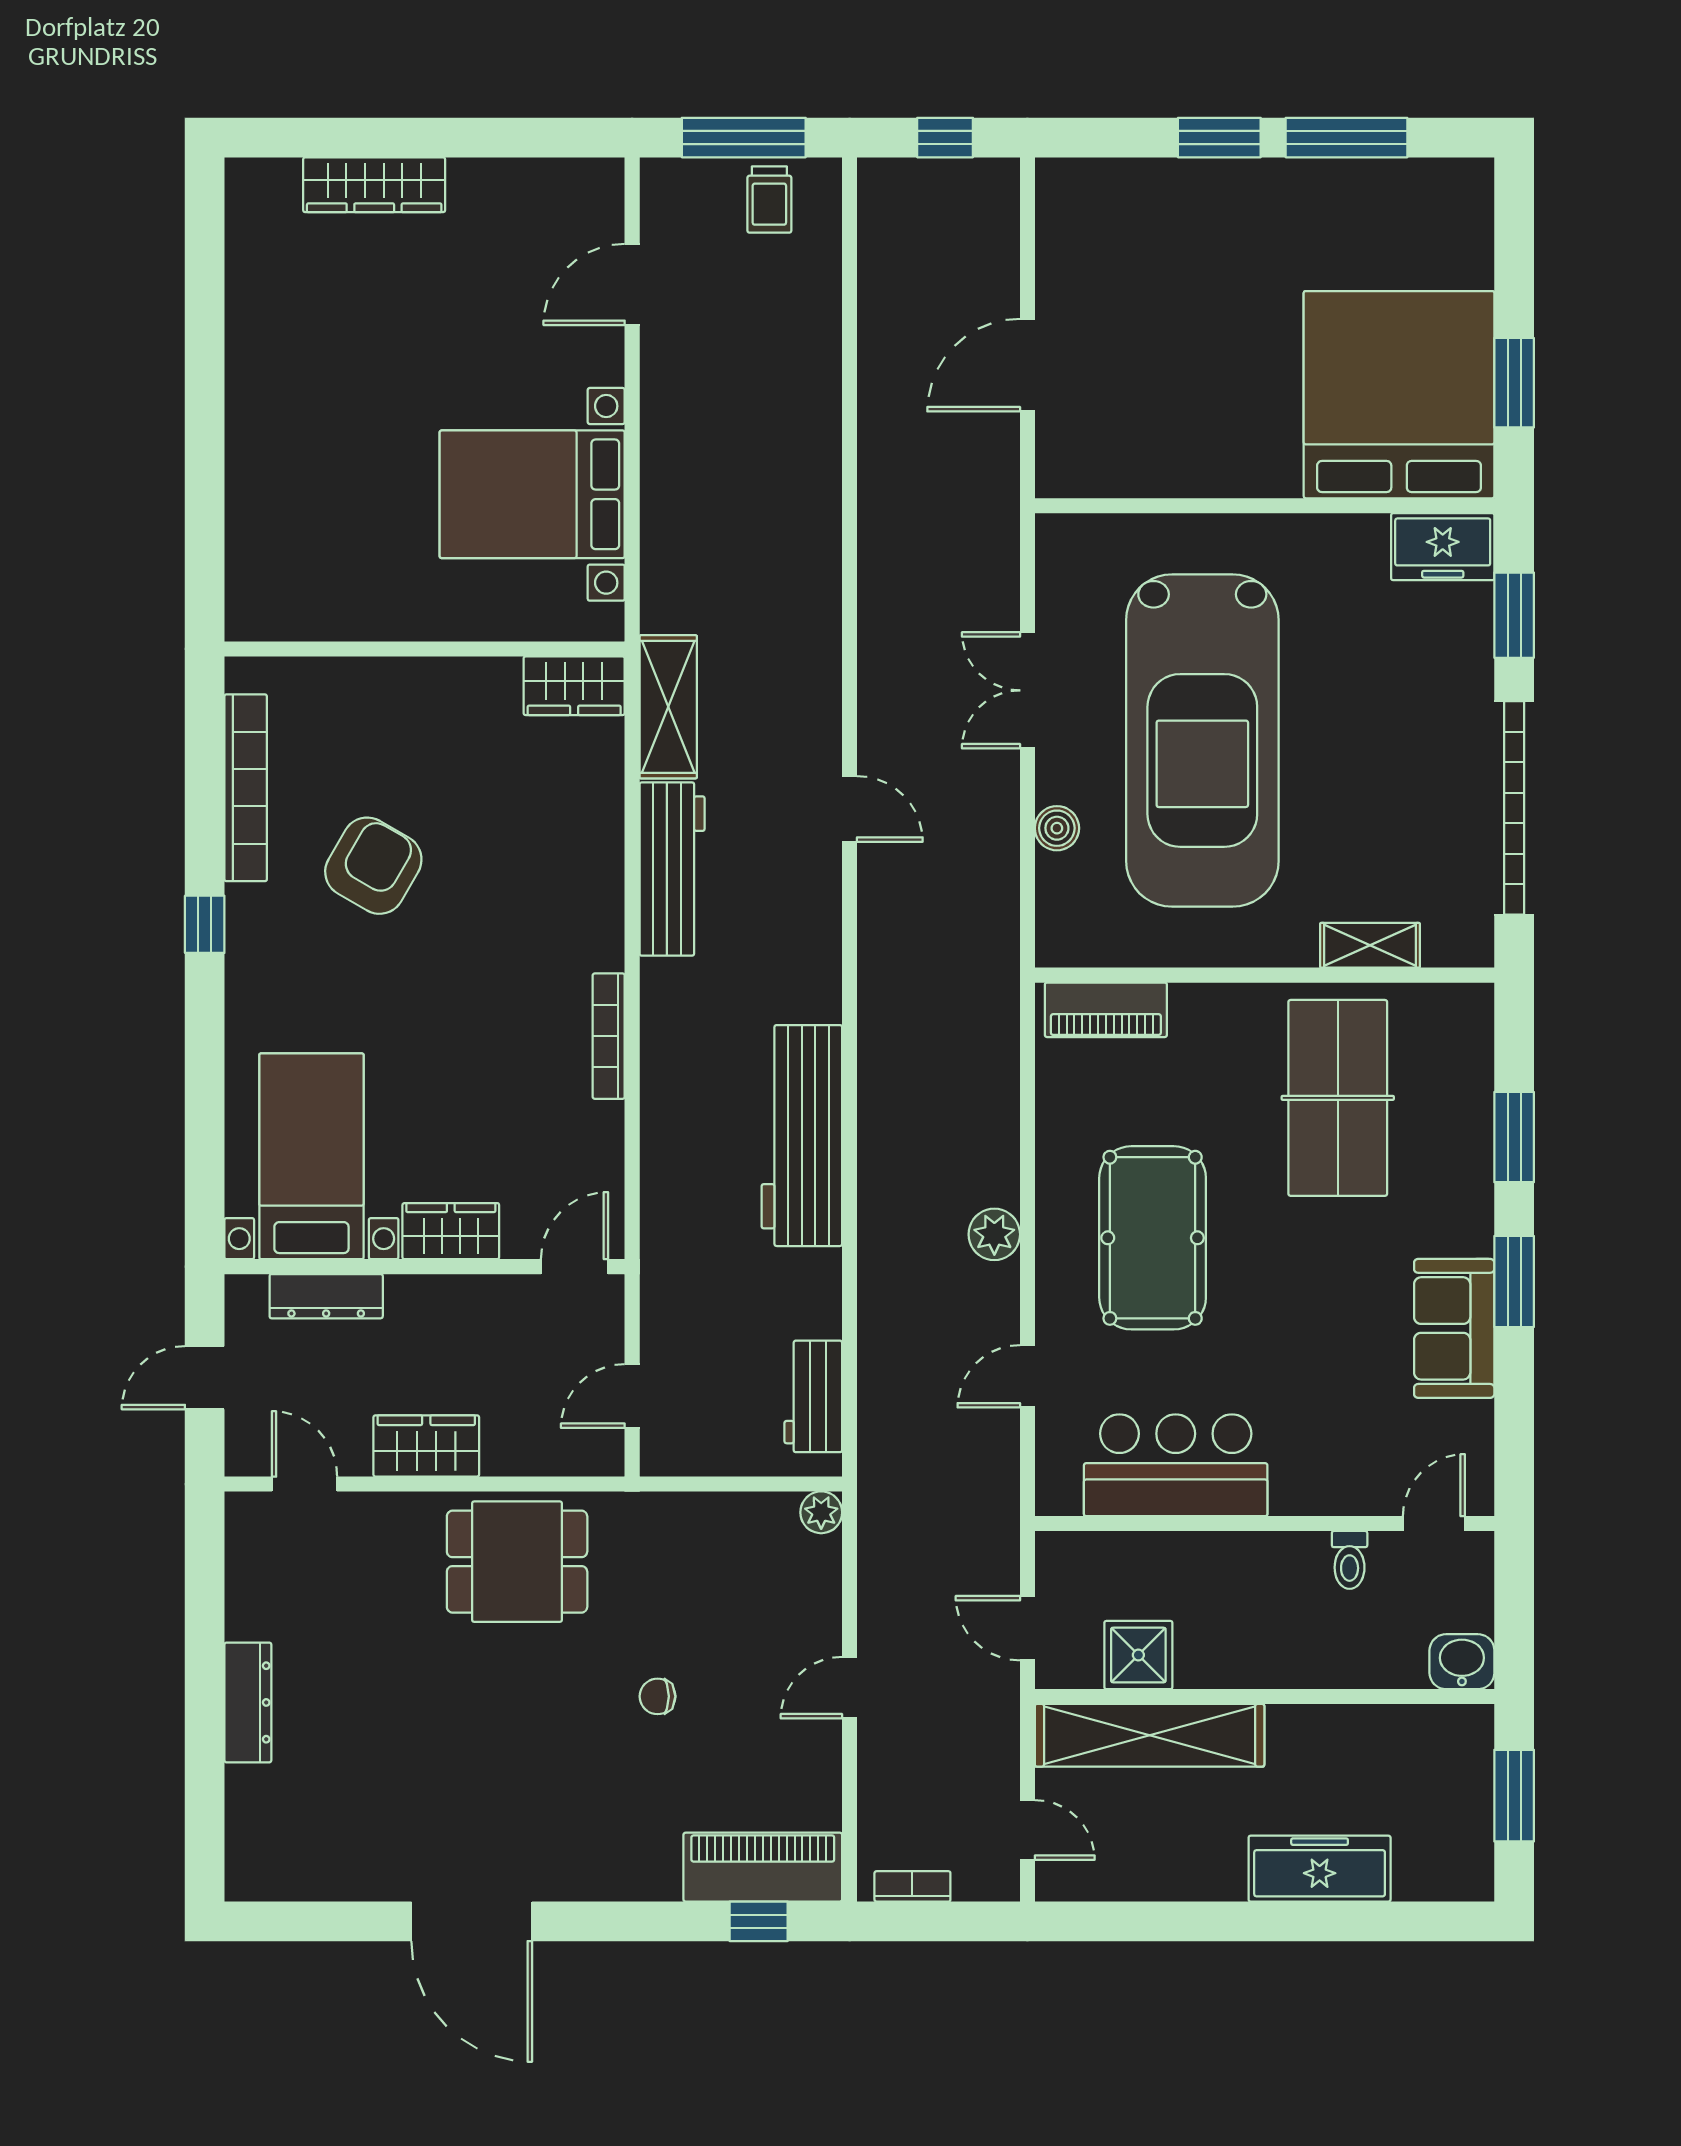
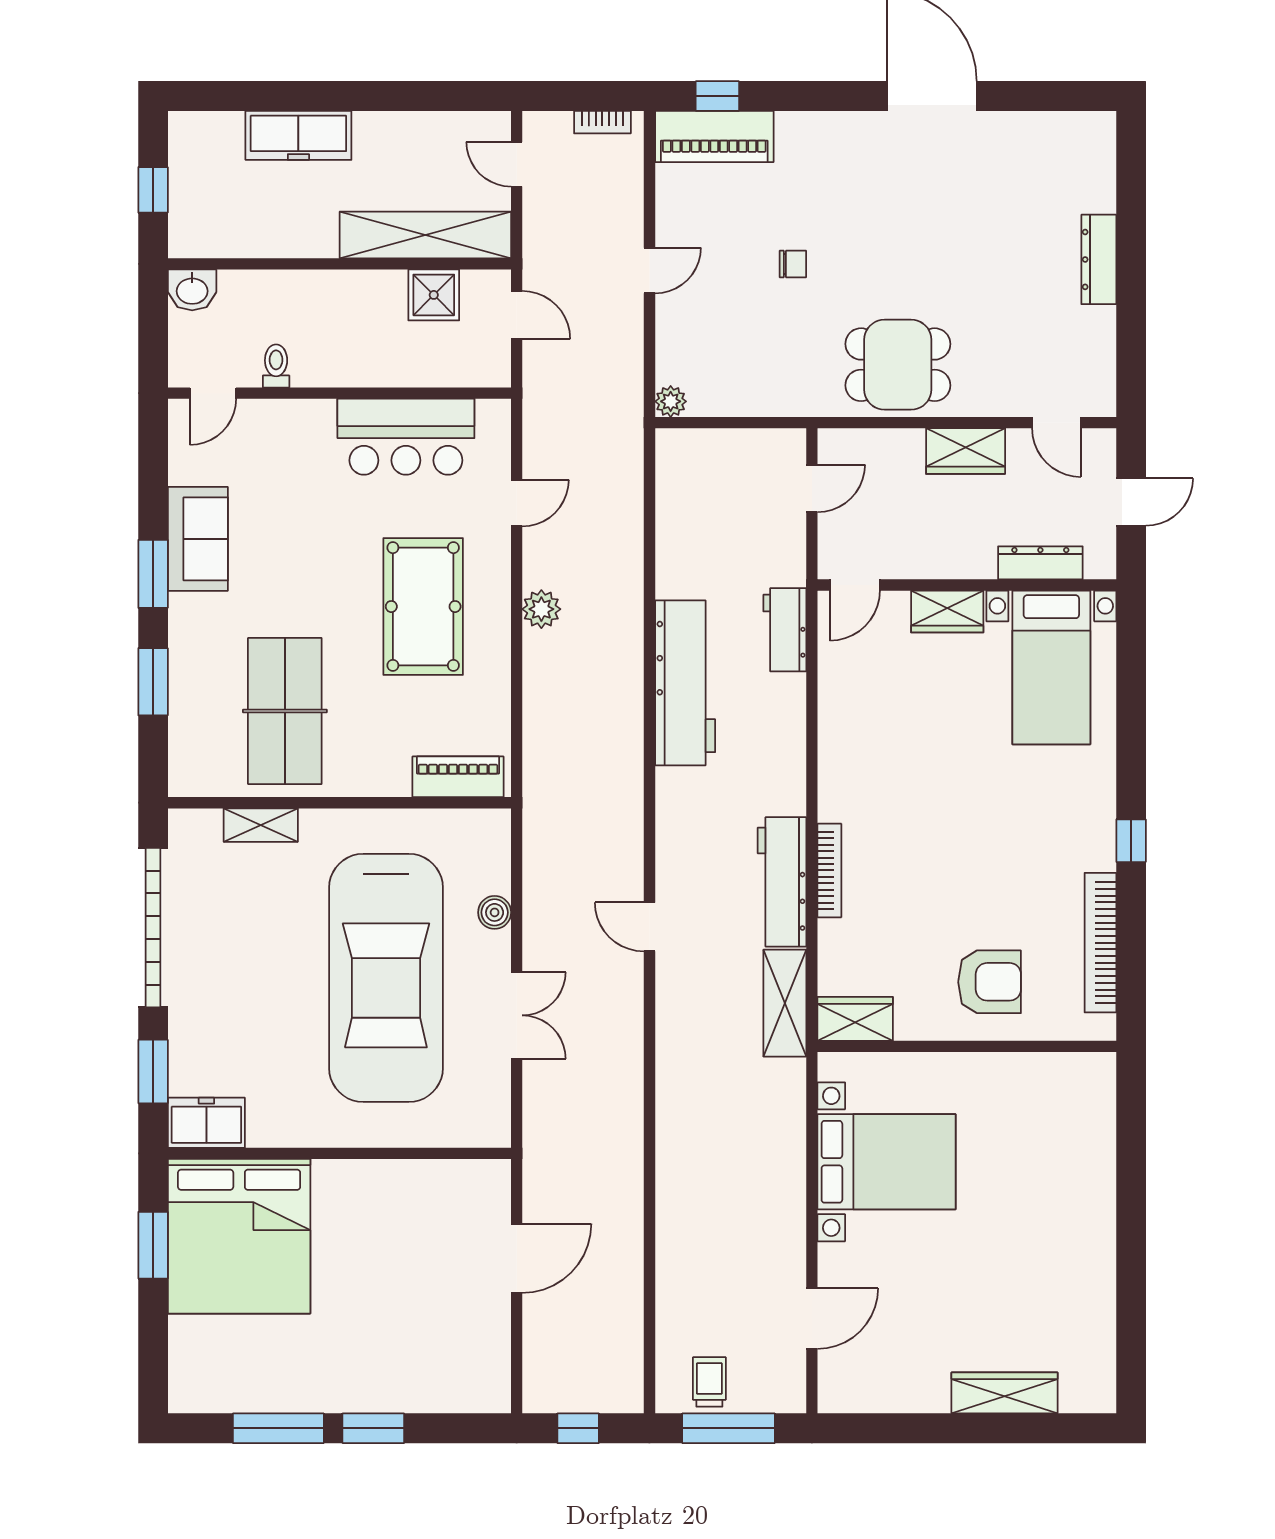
car: (1202, 741) -> (386, 978), turned 180
armchair: (373, 866) -> (990, 982), moved, turned -120
bookcase: (609, 1036) -> (829, 870), moved
workbench: (813, 1396) -> (785, 630), moved, turned 180
window: (1514, 1796) -> (153, 190), width x0.67

